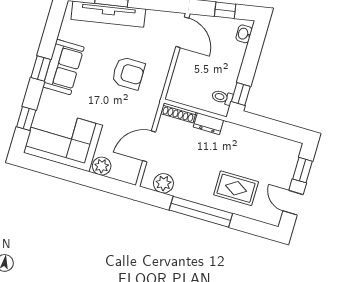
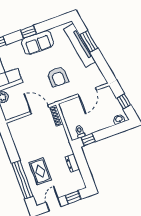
door: (182, 32) -> (87, 92), moved
dresser: (208, 124) -> (72, 163), moved
door: (149, 146) -> (40, 110), moved
plant: (163, 183) -> (16, 134), removed
window: (201, 212) -> (22, 180), moved

